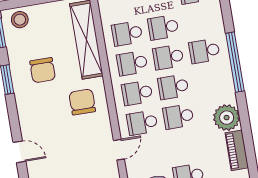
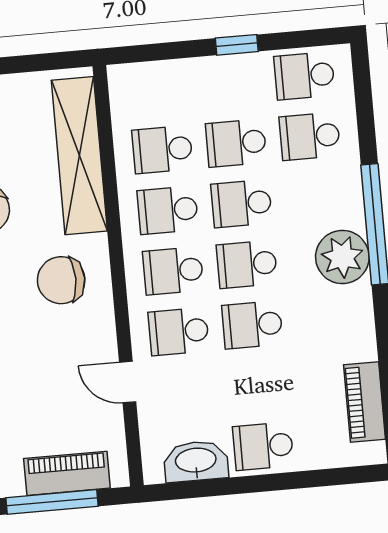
school desk: (204, 51) -> (310, 136), moved
chair: (82, 102) -> (61, 280), turned -90
plant: (227, 118) -> (342, 257), moved
door: (119, 150) -> (128, 382), swing flipped

